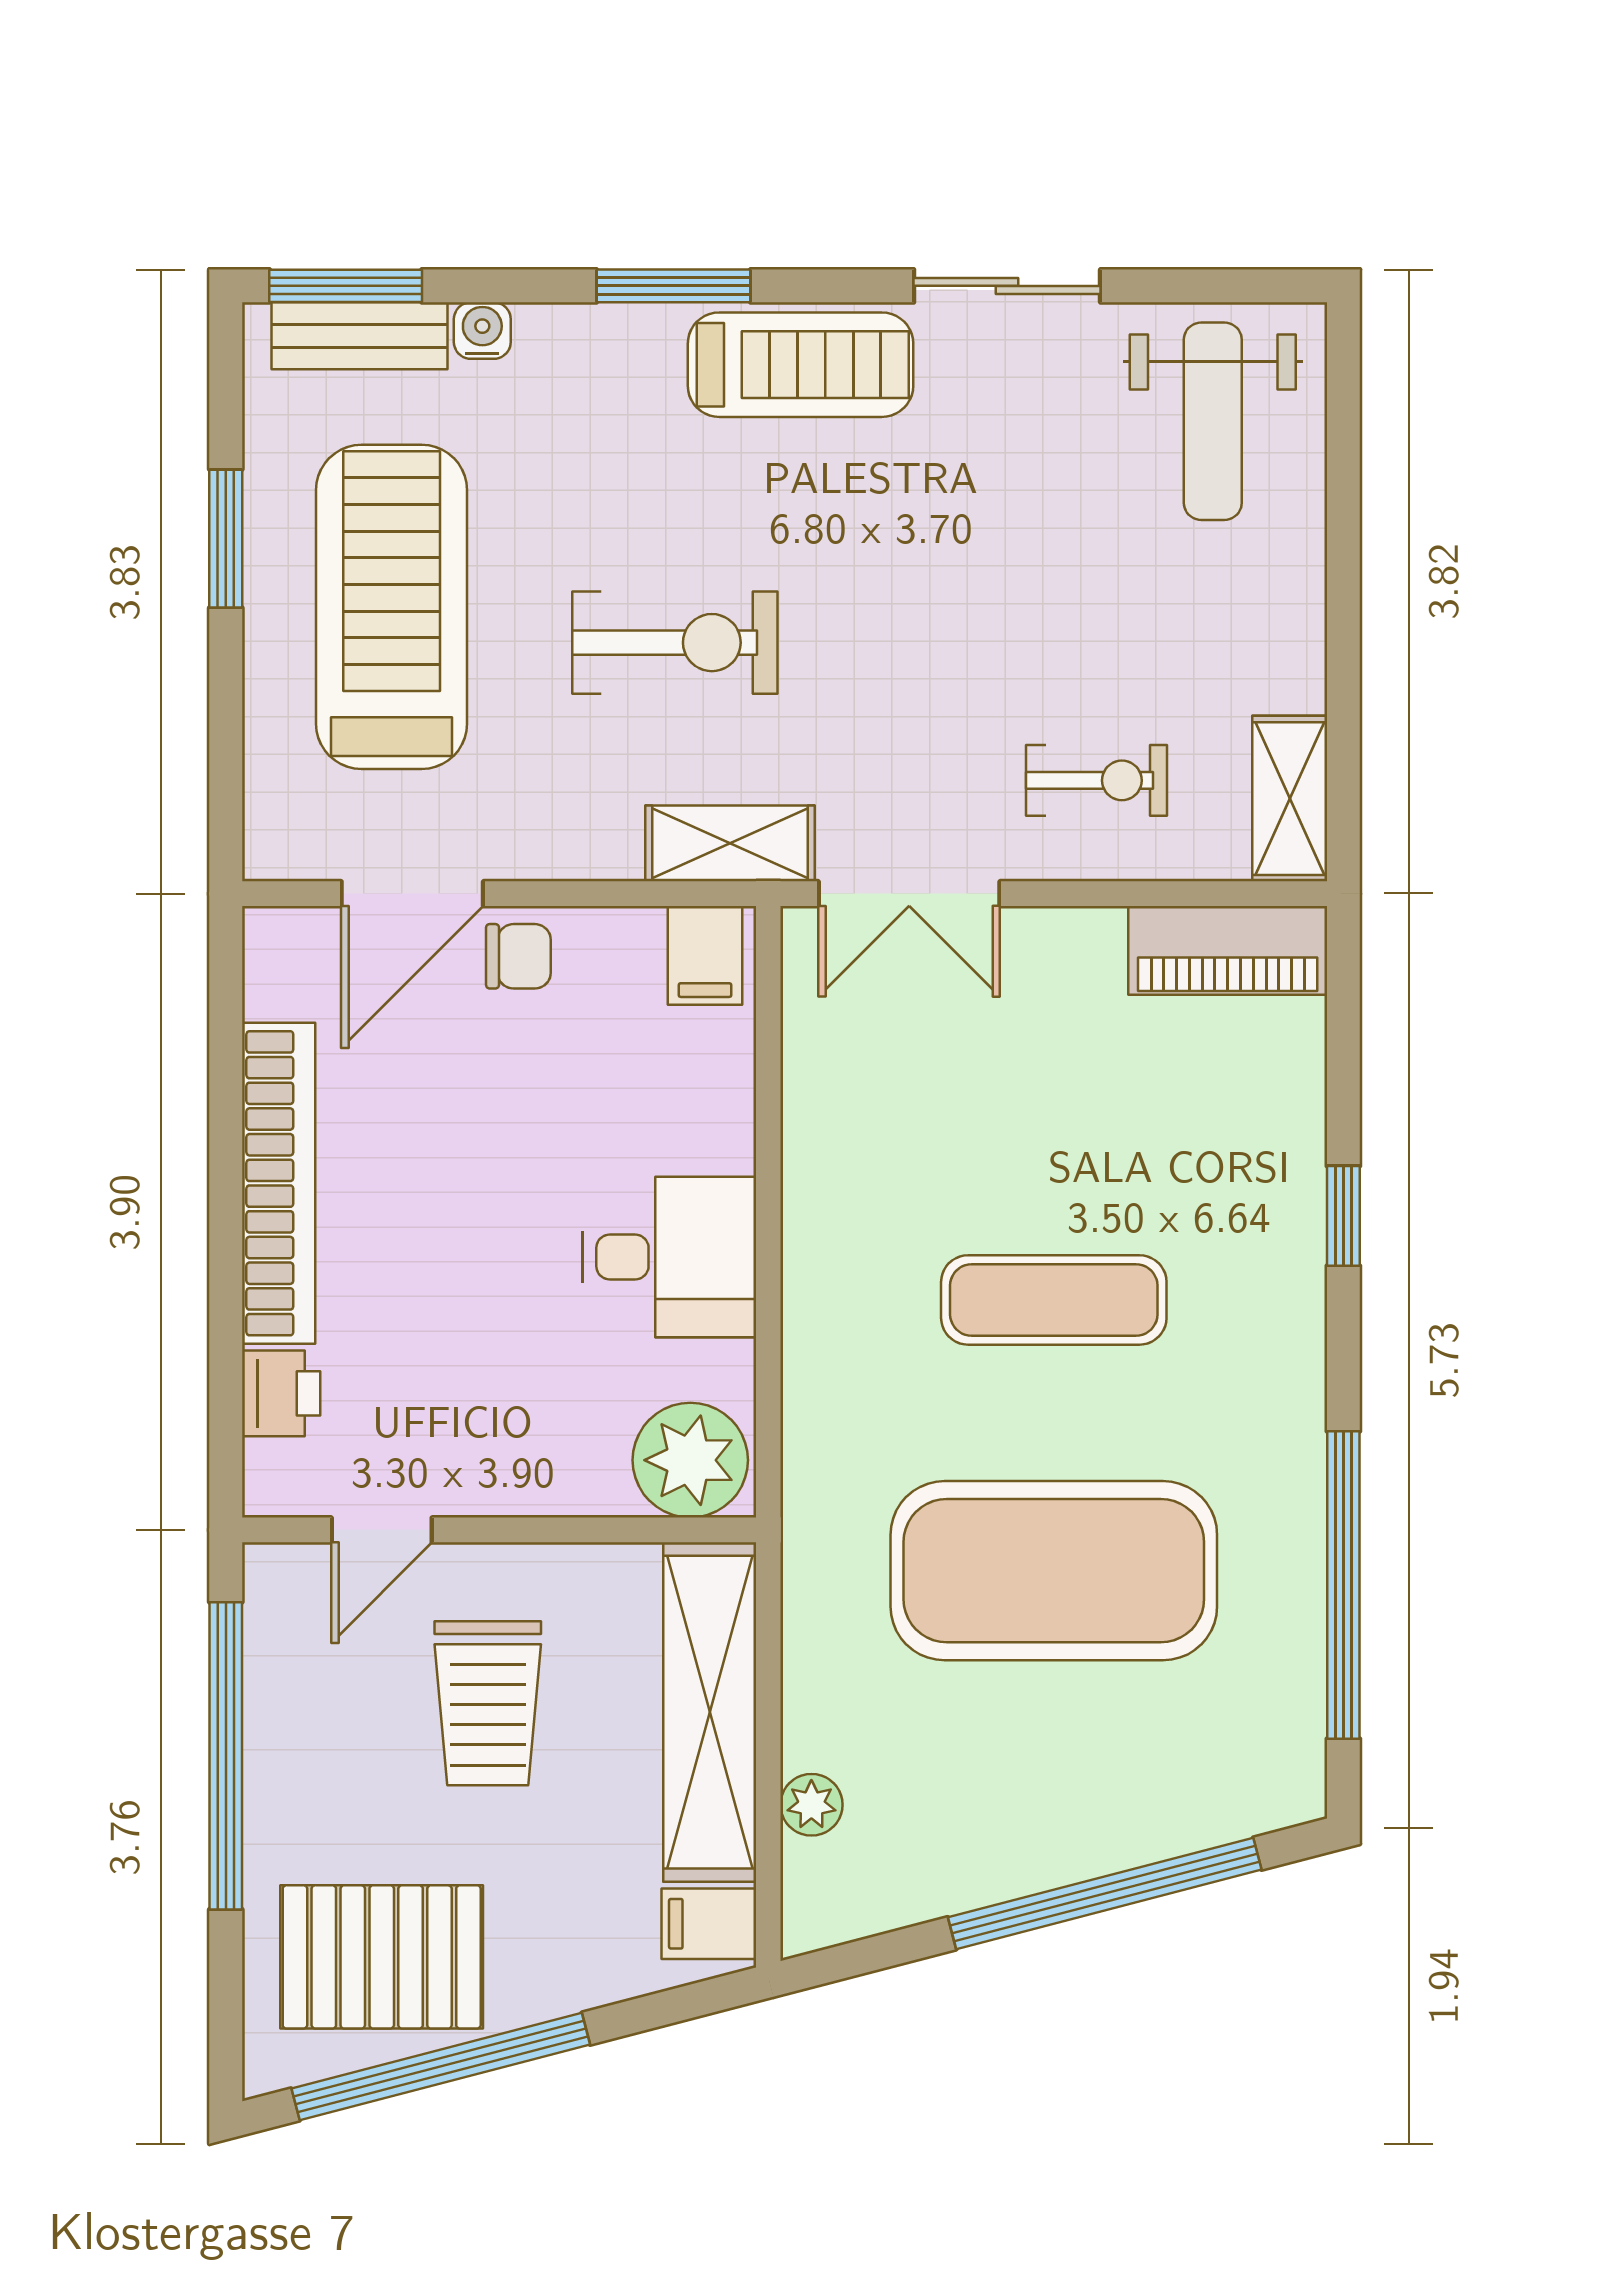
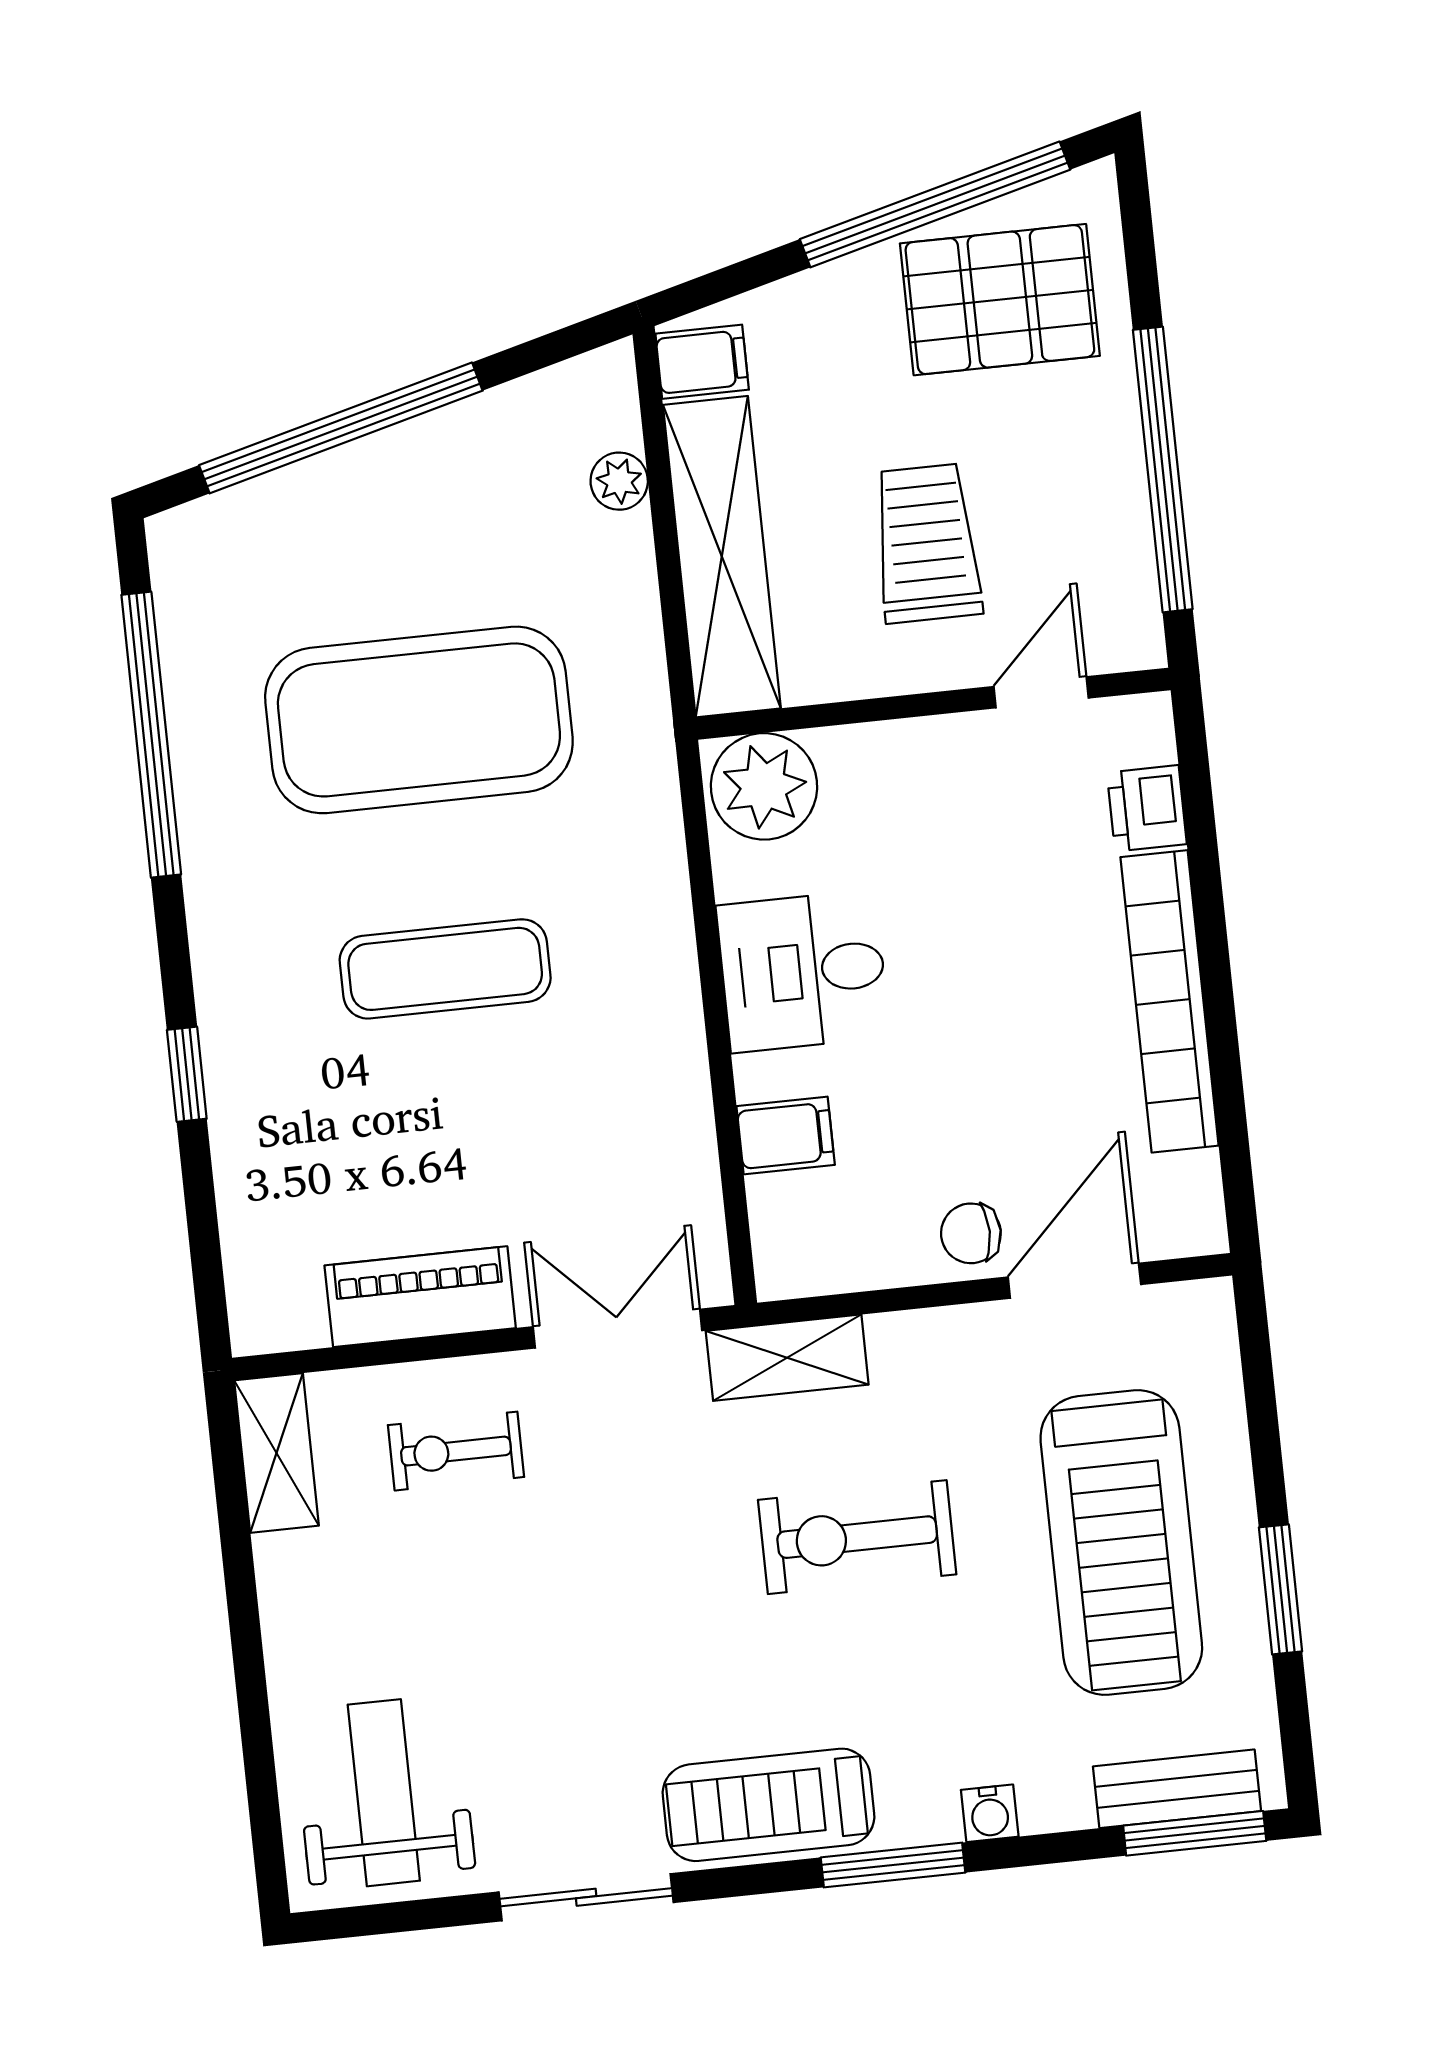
water cooler: (482, 331) -> (990, 1813), moved
piano: (1228, 950) -> (420, 1297), moved
filing cabinet: (705, 955) -> (786, 1136), moved, turned 90

